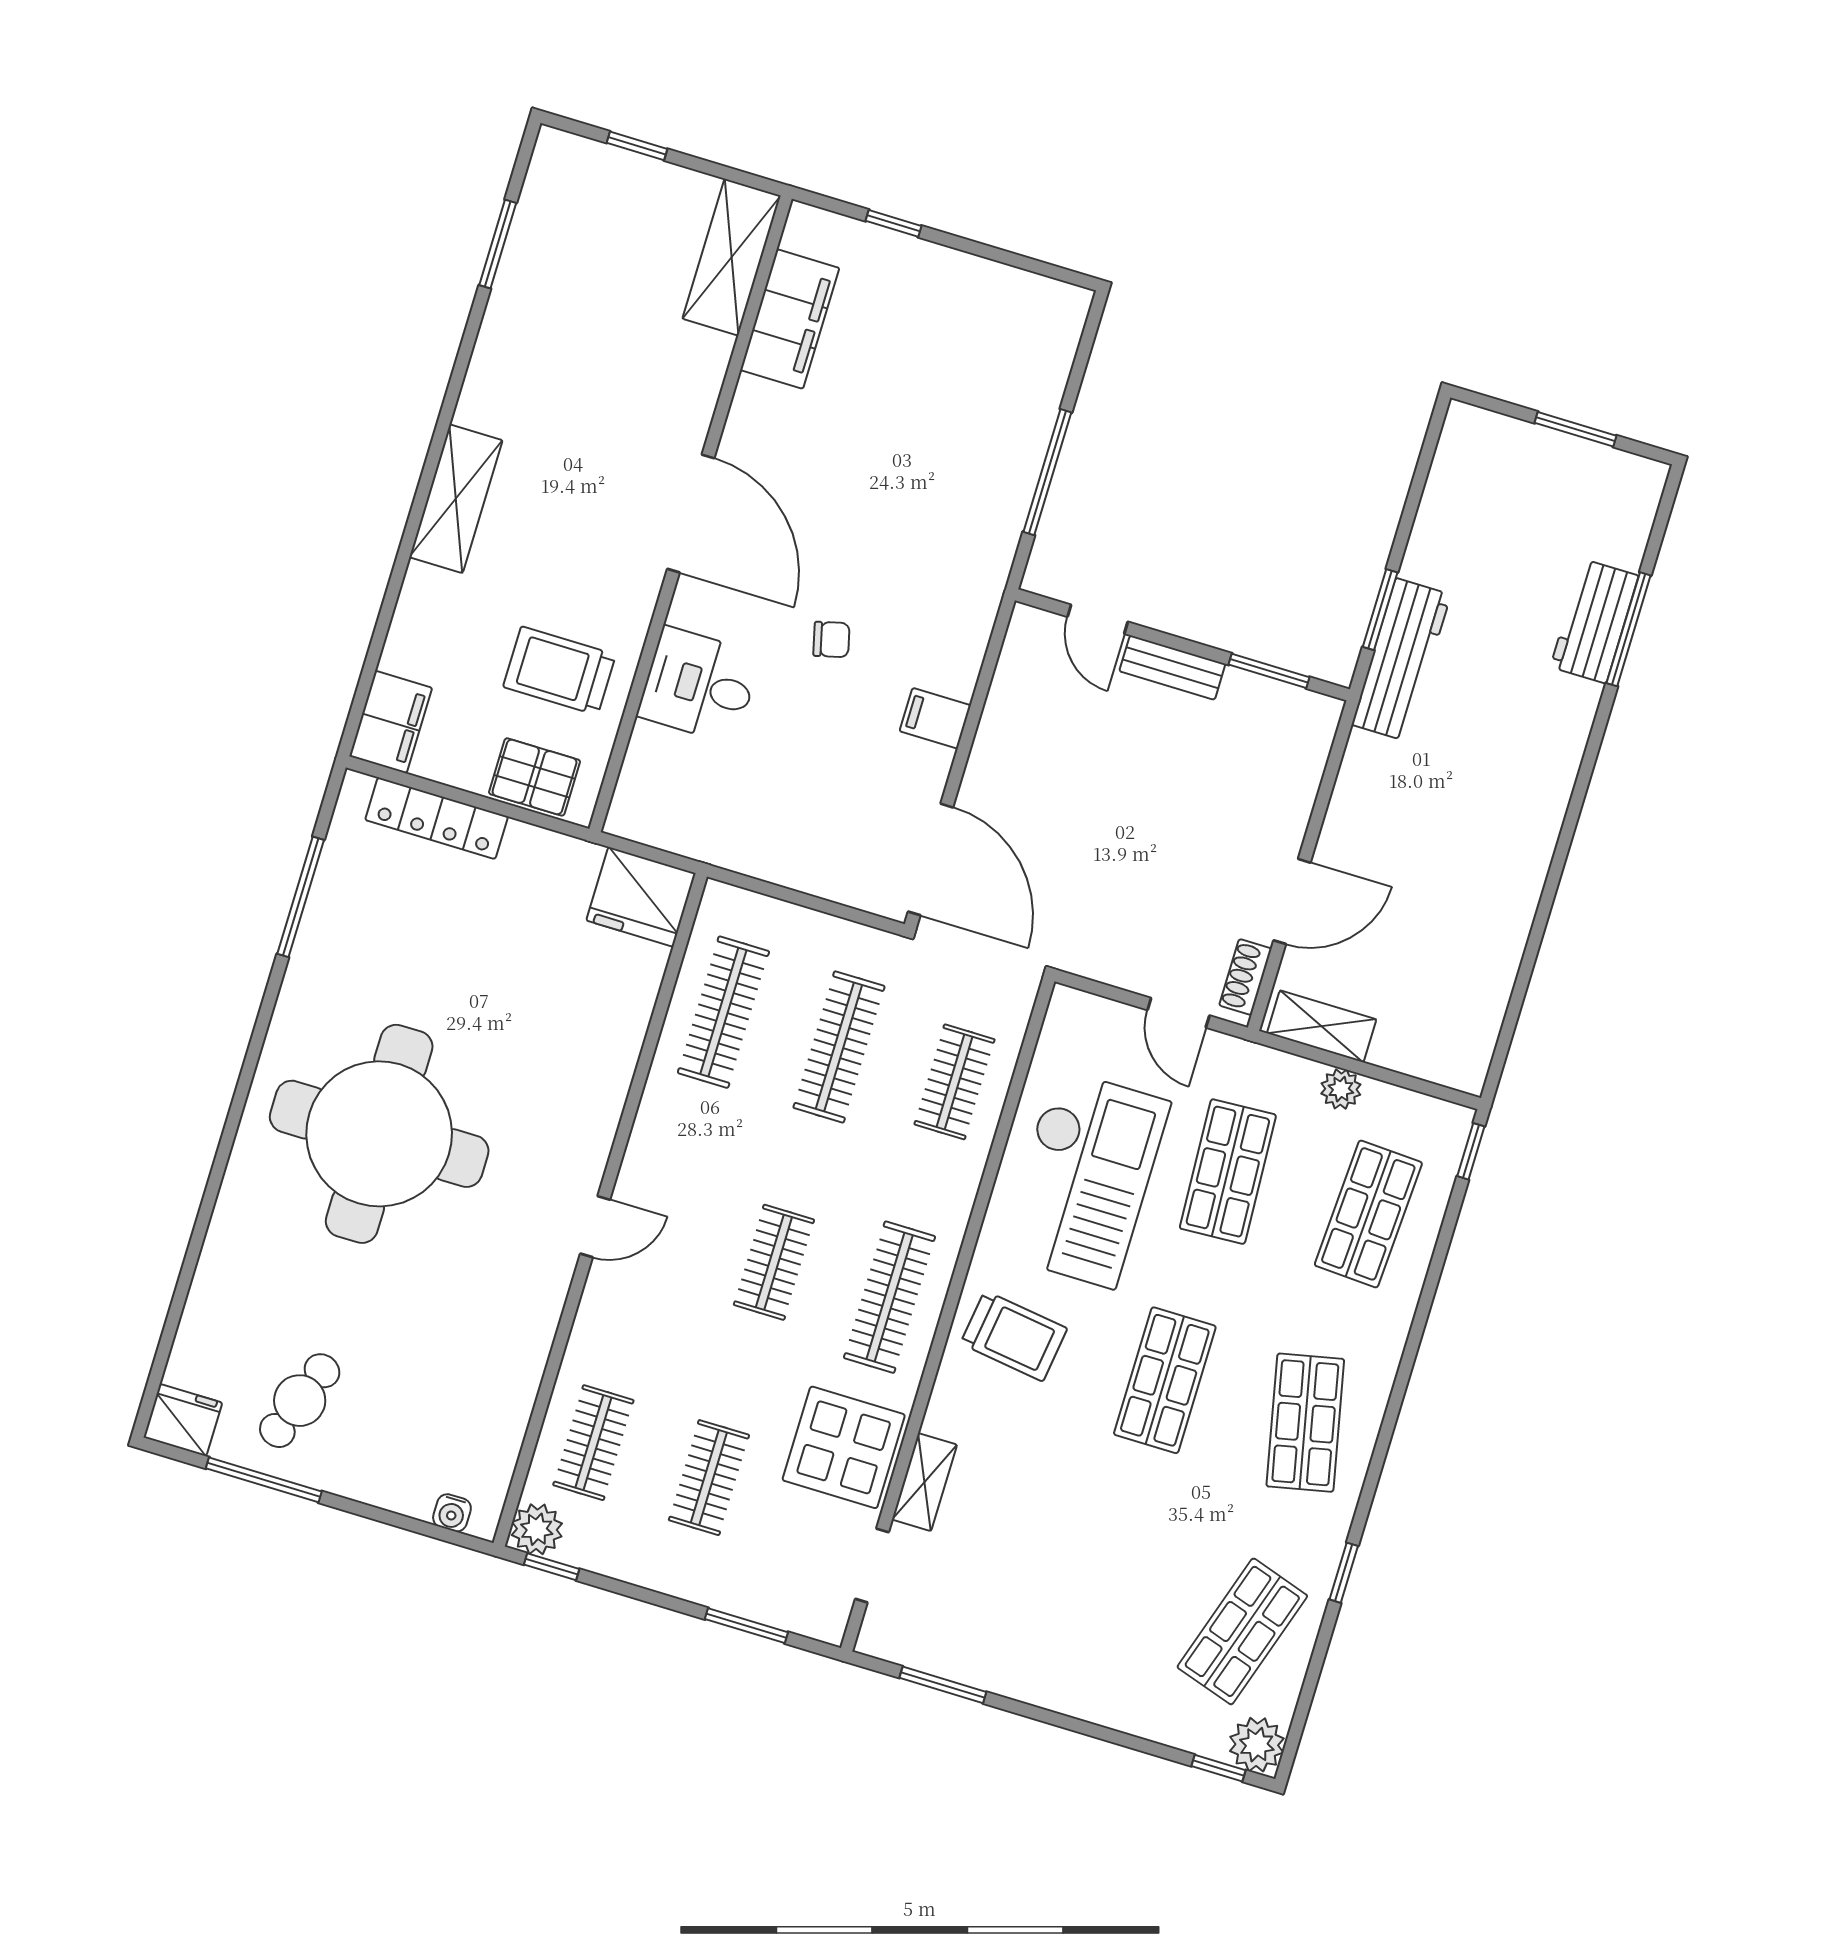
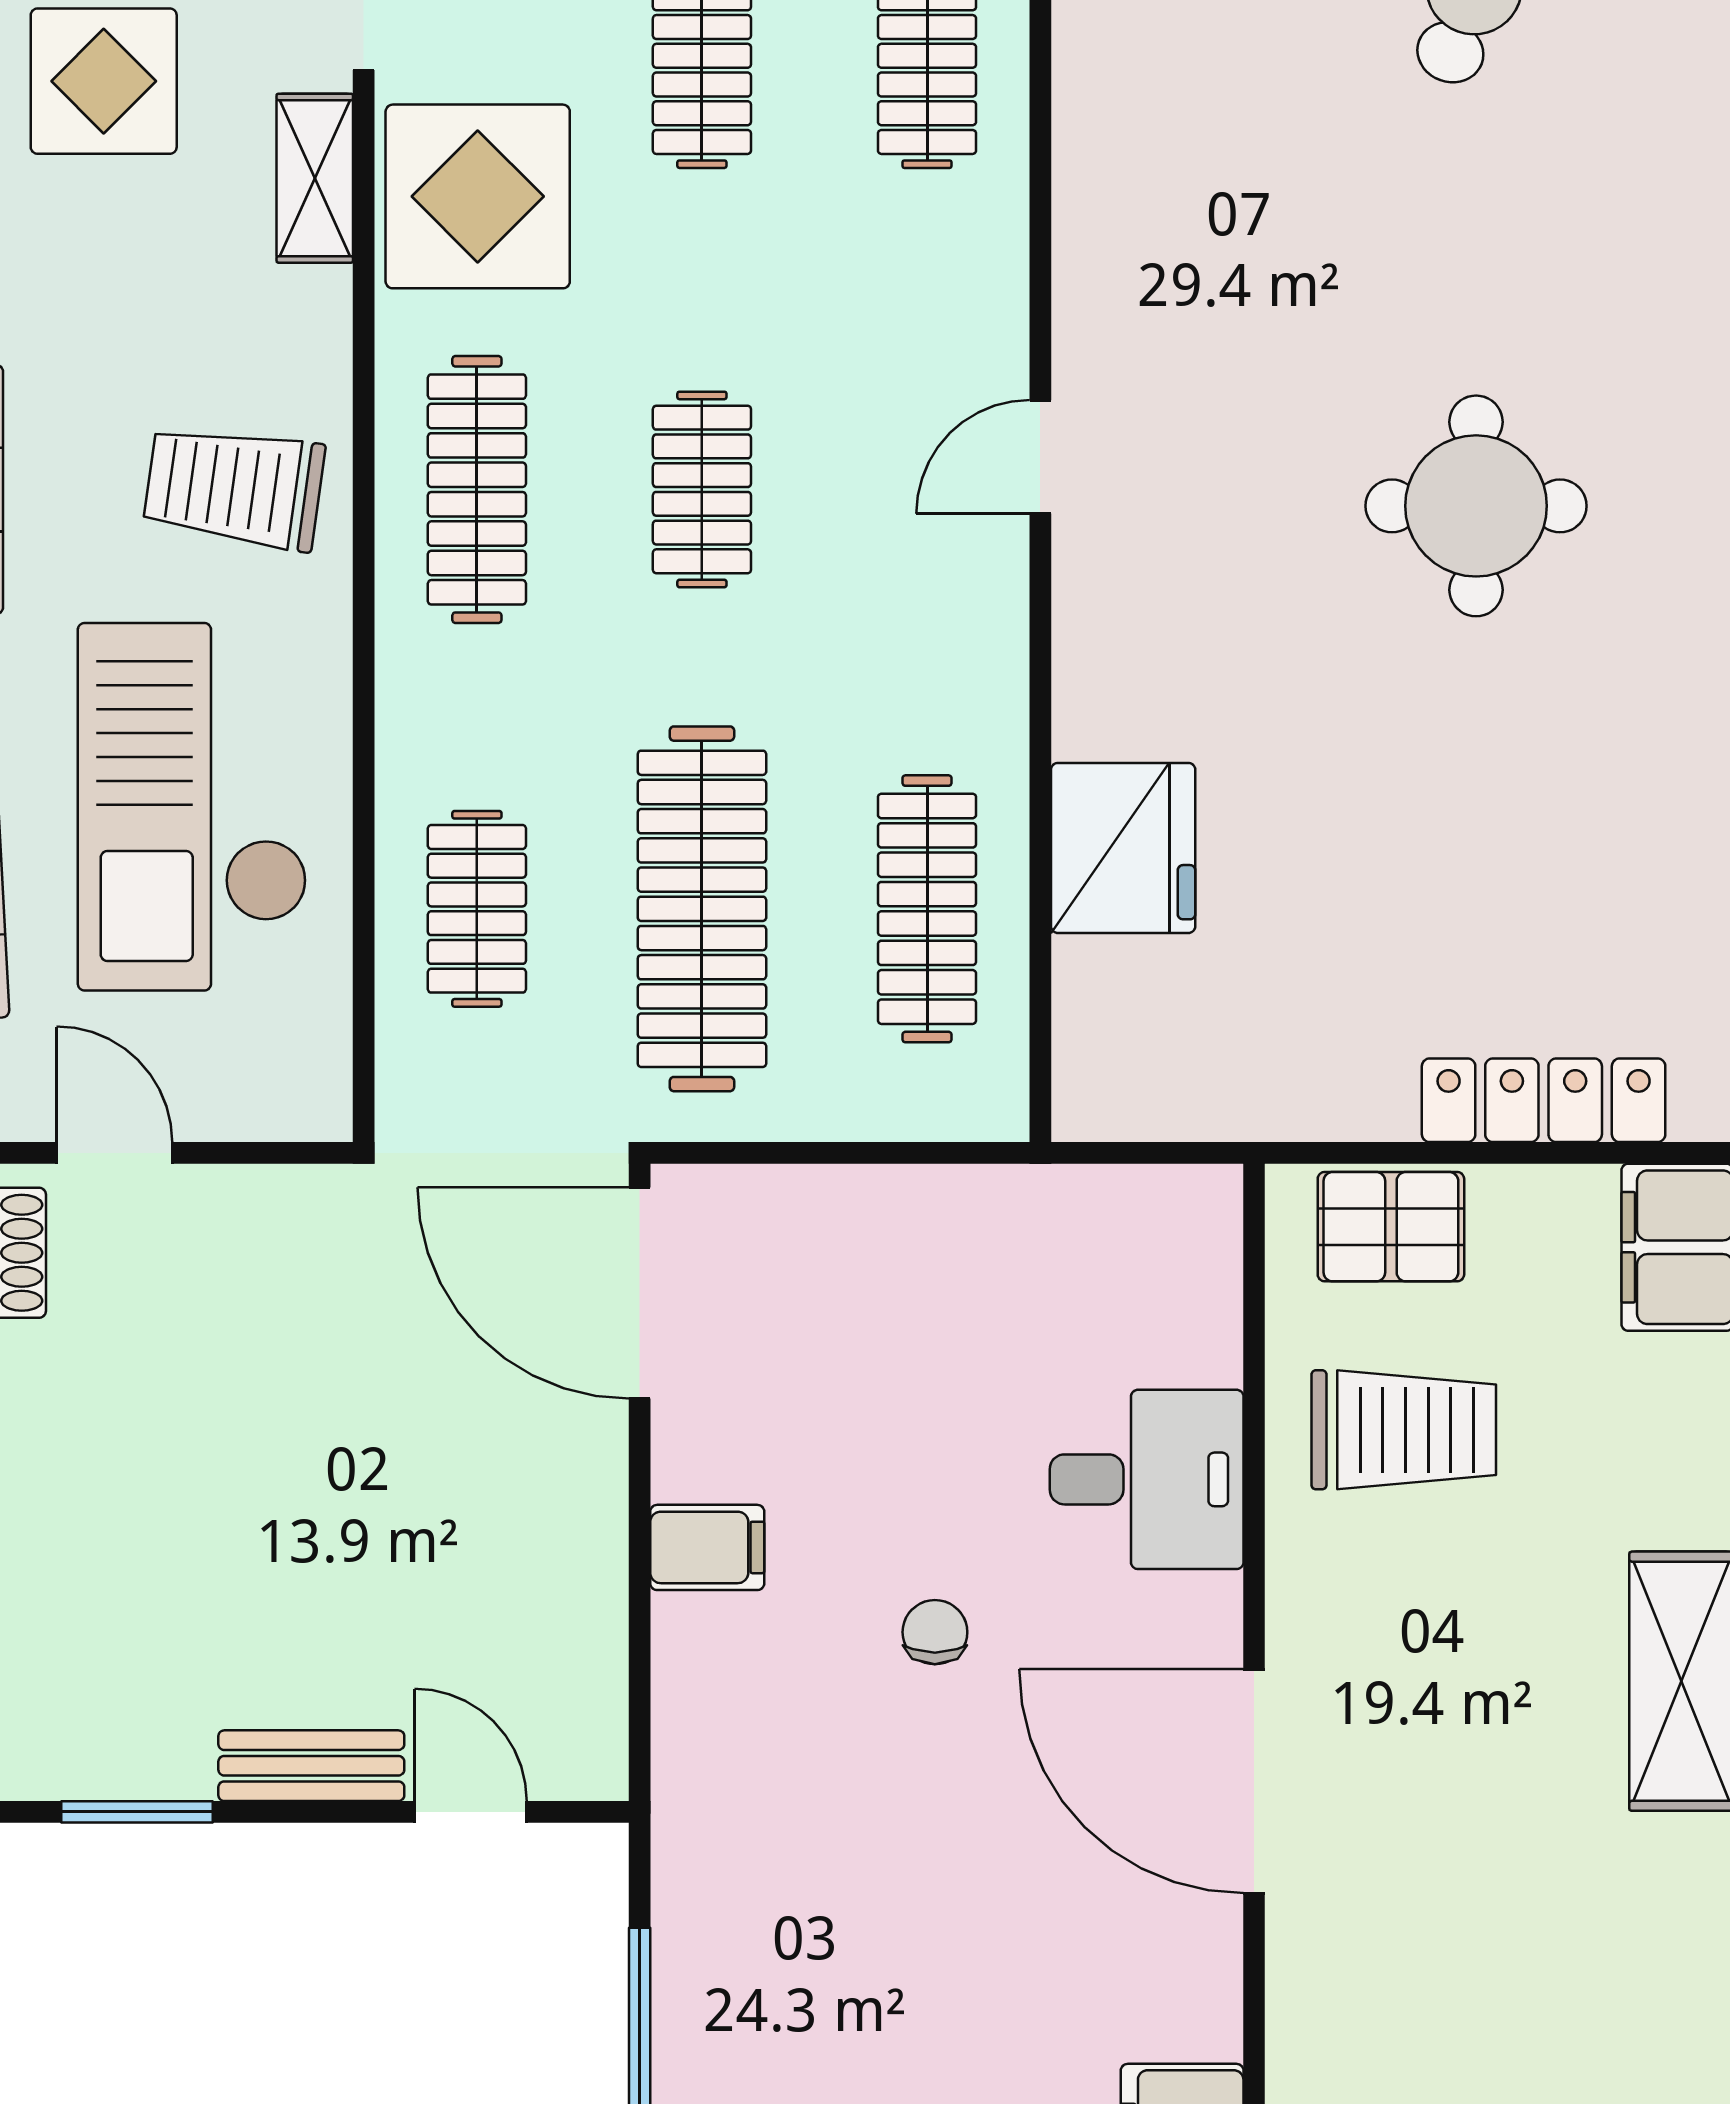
chair: (831, 640) -> (935, 1632), turned 104
fridge: (641, 897) -> (1123, 848), moved, turned 90
clothes rail: (839, 1047) -> (702, 909), width x1.37, depth x1.31
round table: (379, 1134) -> (1476, 506), width x0.54, depth x0.54
display table: (1018, 1565) -> (104, 81), added

